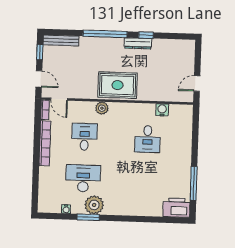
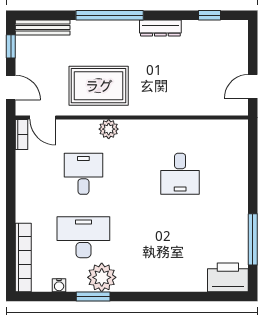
window: (146, 35) -> (210, 15), moved
rug: (118, 85) -> (99, 86), moved
water cooler: (162, 110) -> (201, 129), removed
bookcase: (45, 143) -> (23, 257), moved

